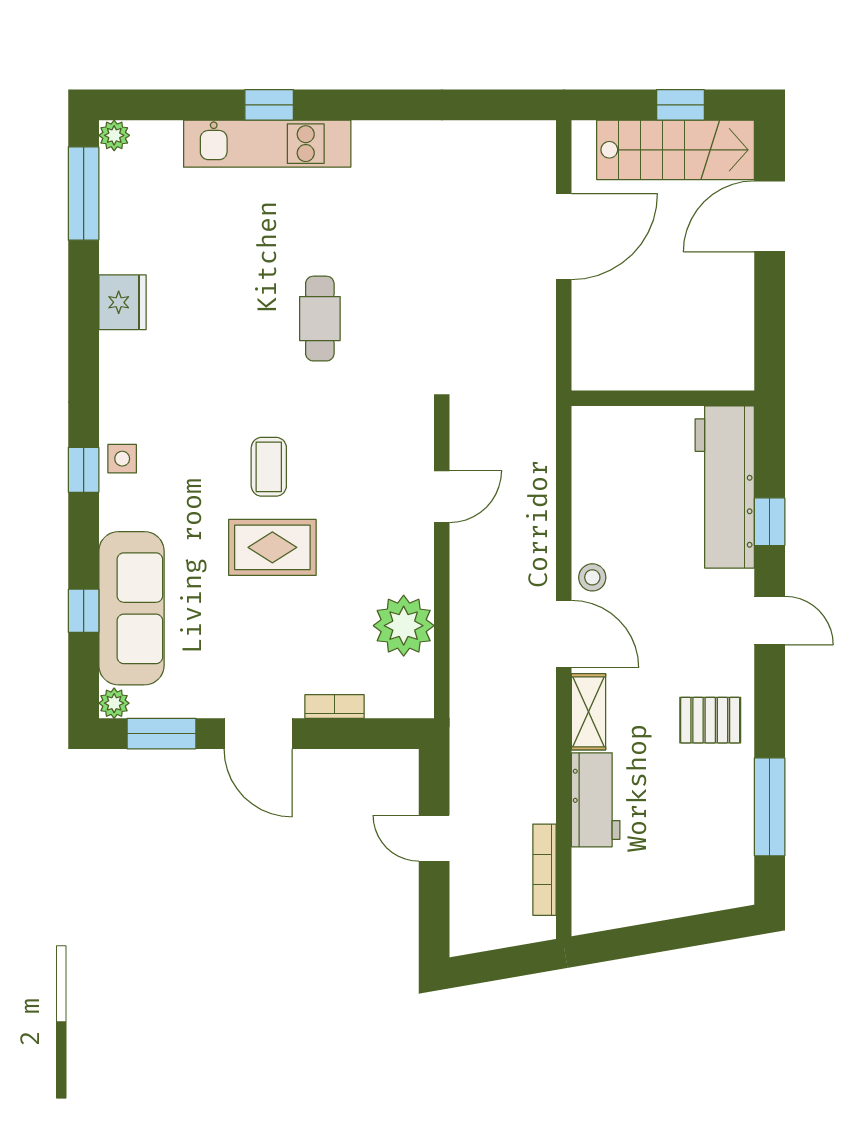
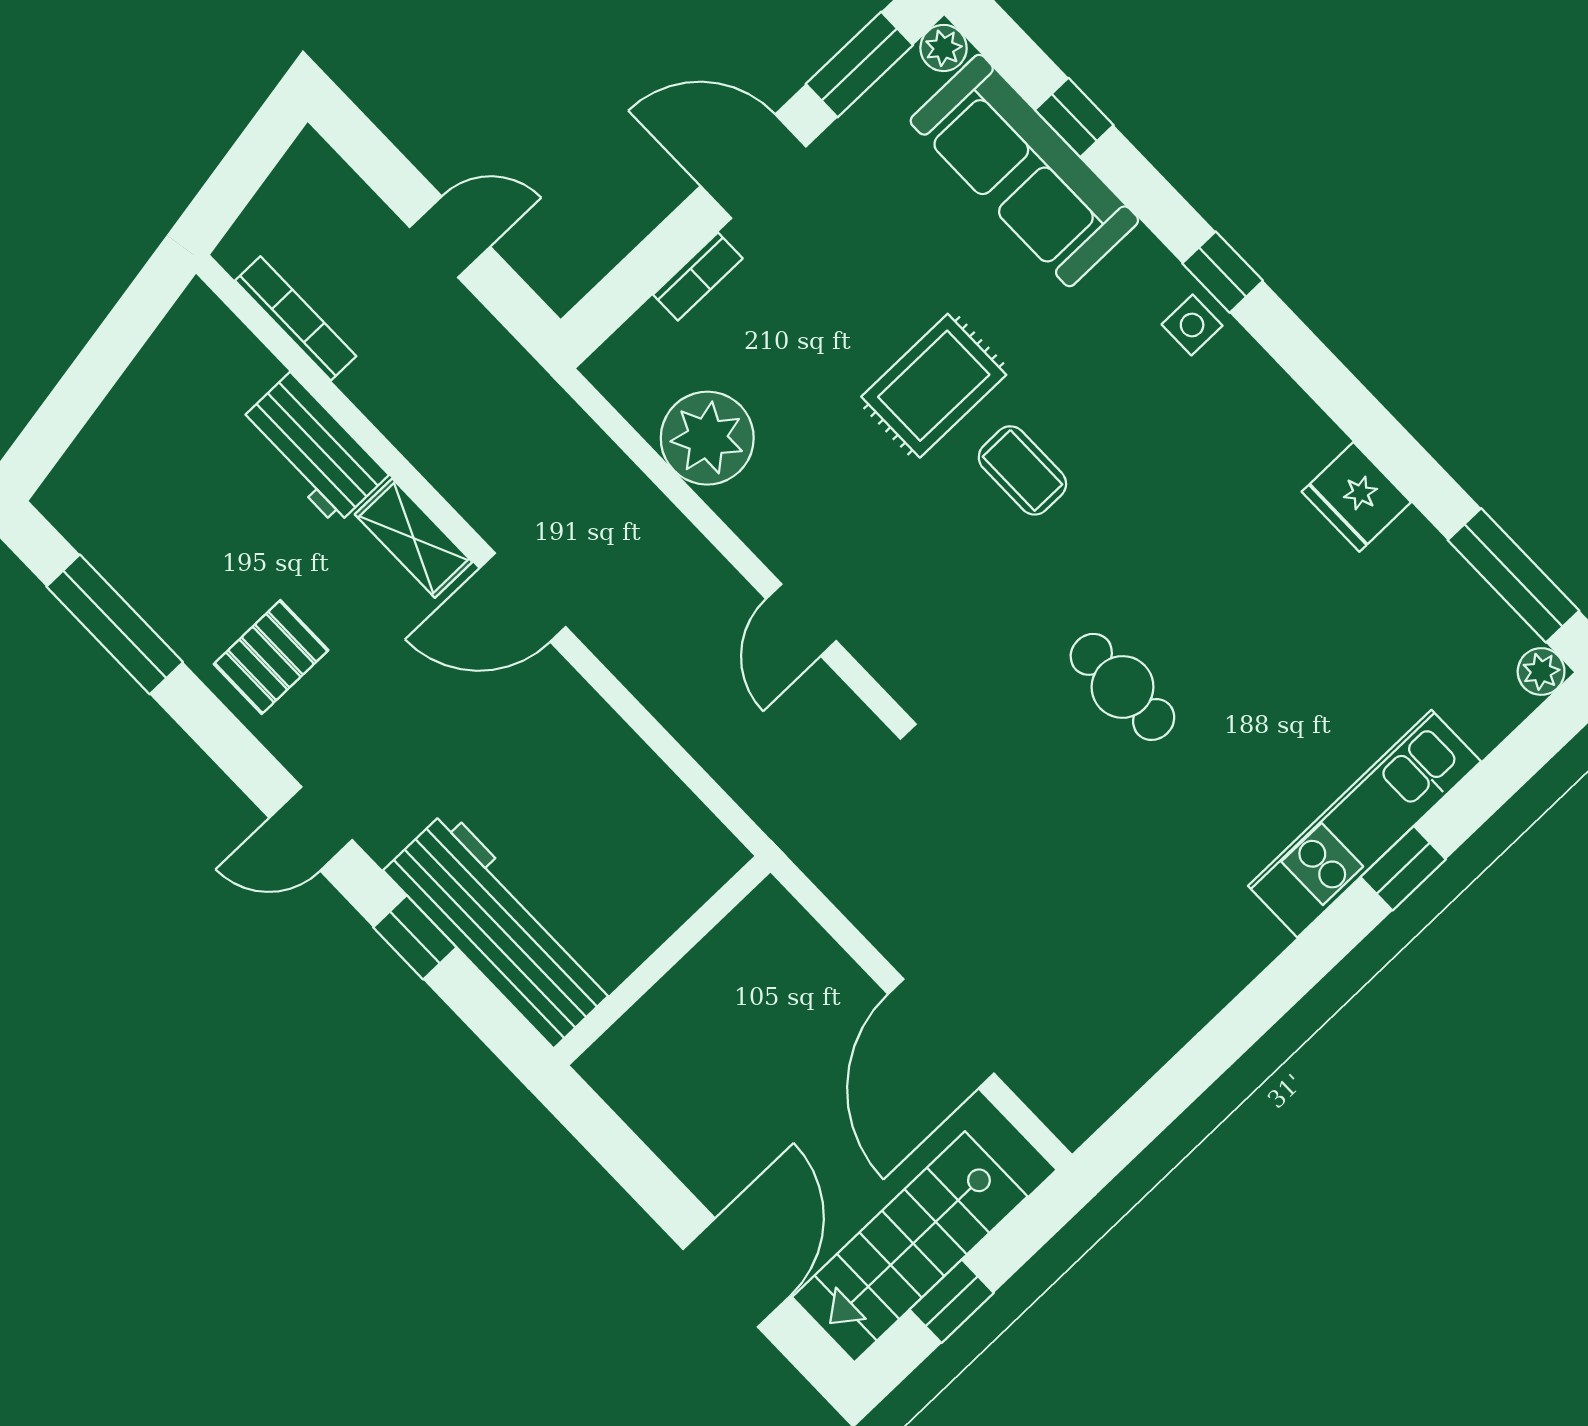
stool: (592, 577) -> (551, 690), removed

